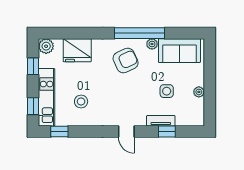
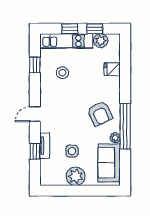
plant: (46, 46) -> (101, 41), moved
fridge: (77, 50) -> (112, 69), width x0.53, depth x0.75
plant: (199, 92) -> (76, 176), width x1.88, depth x1.88
window: (33, 106) -> (70, 29), moved
window: (59, 132) -> (35, 65), moved

